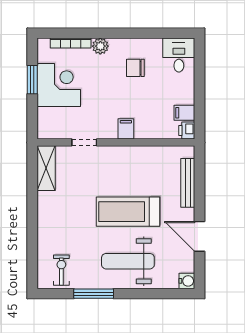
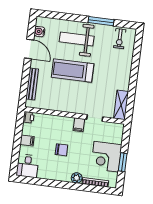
chair: (135, 68) -> (61, 150), moved
filing cabinet: (184, 113) -> (27, 140), moved
filing cabinet: (126, 129) -> (79, 125), moved
treadmill: (128, 212) -> (73, 71), turned 180
weight bench: (128, 261) -> (77, 39), turned 180
water cooler: (187, 281) -> (39, 32), moved

